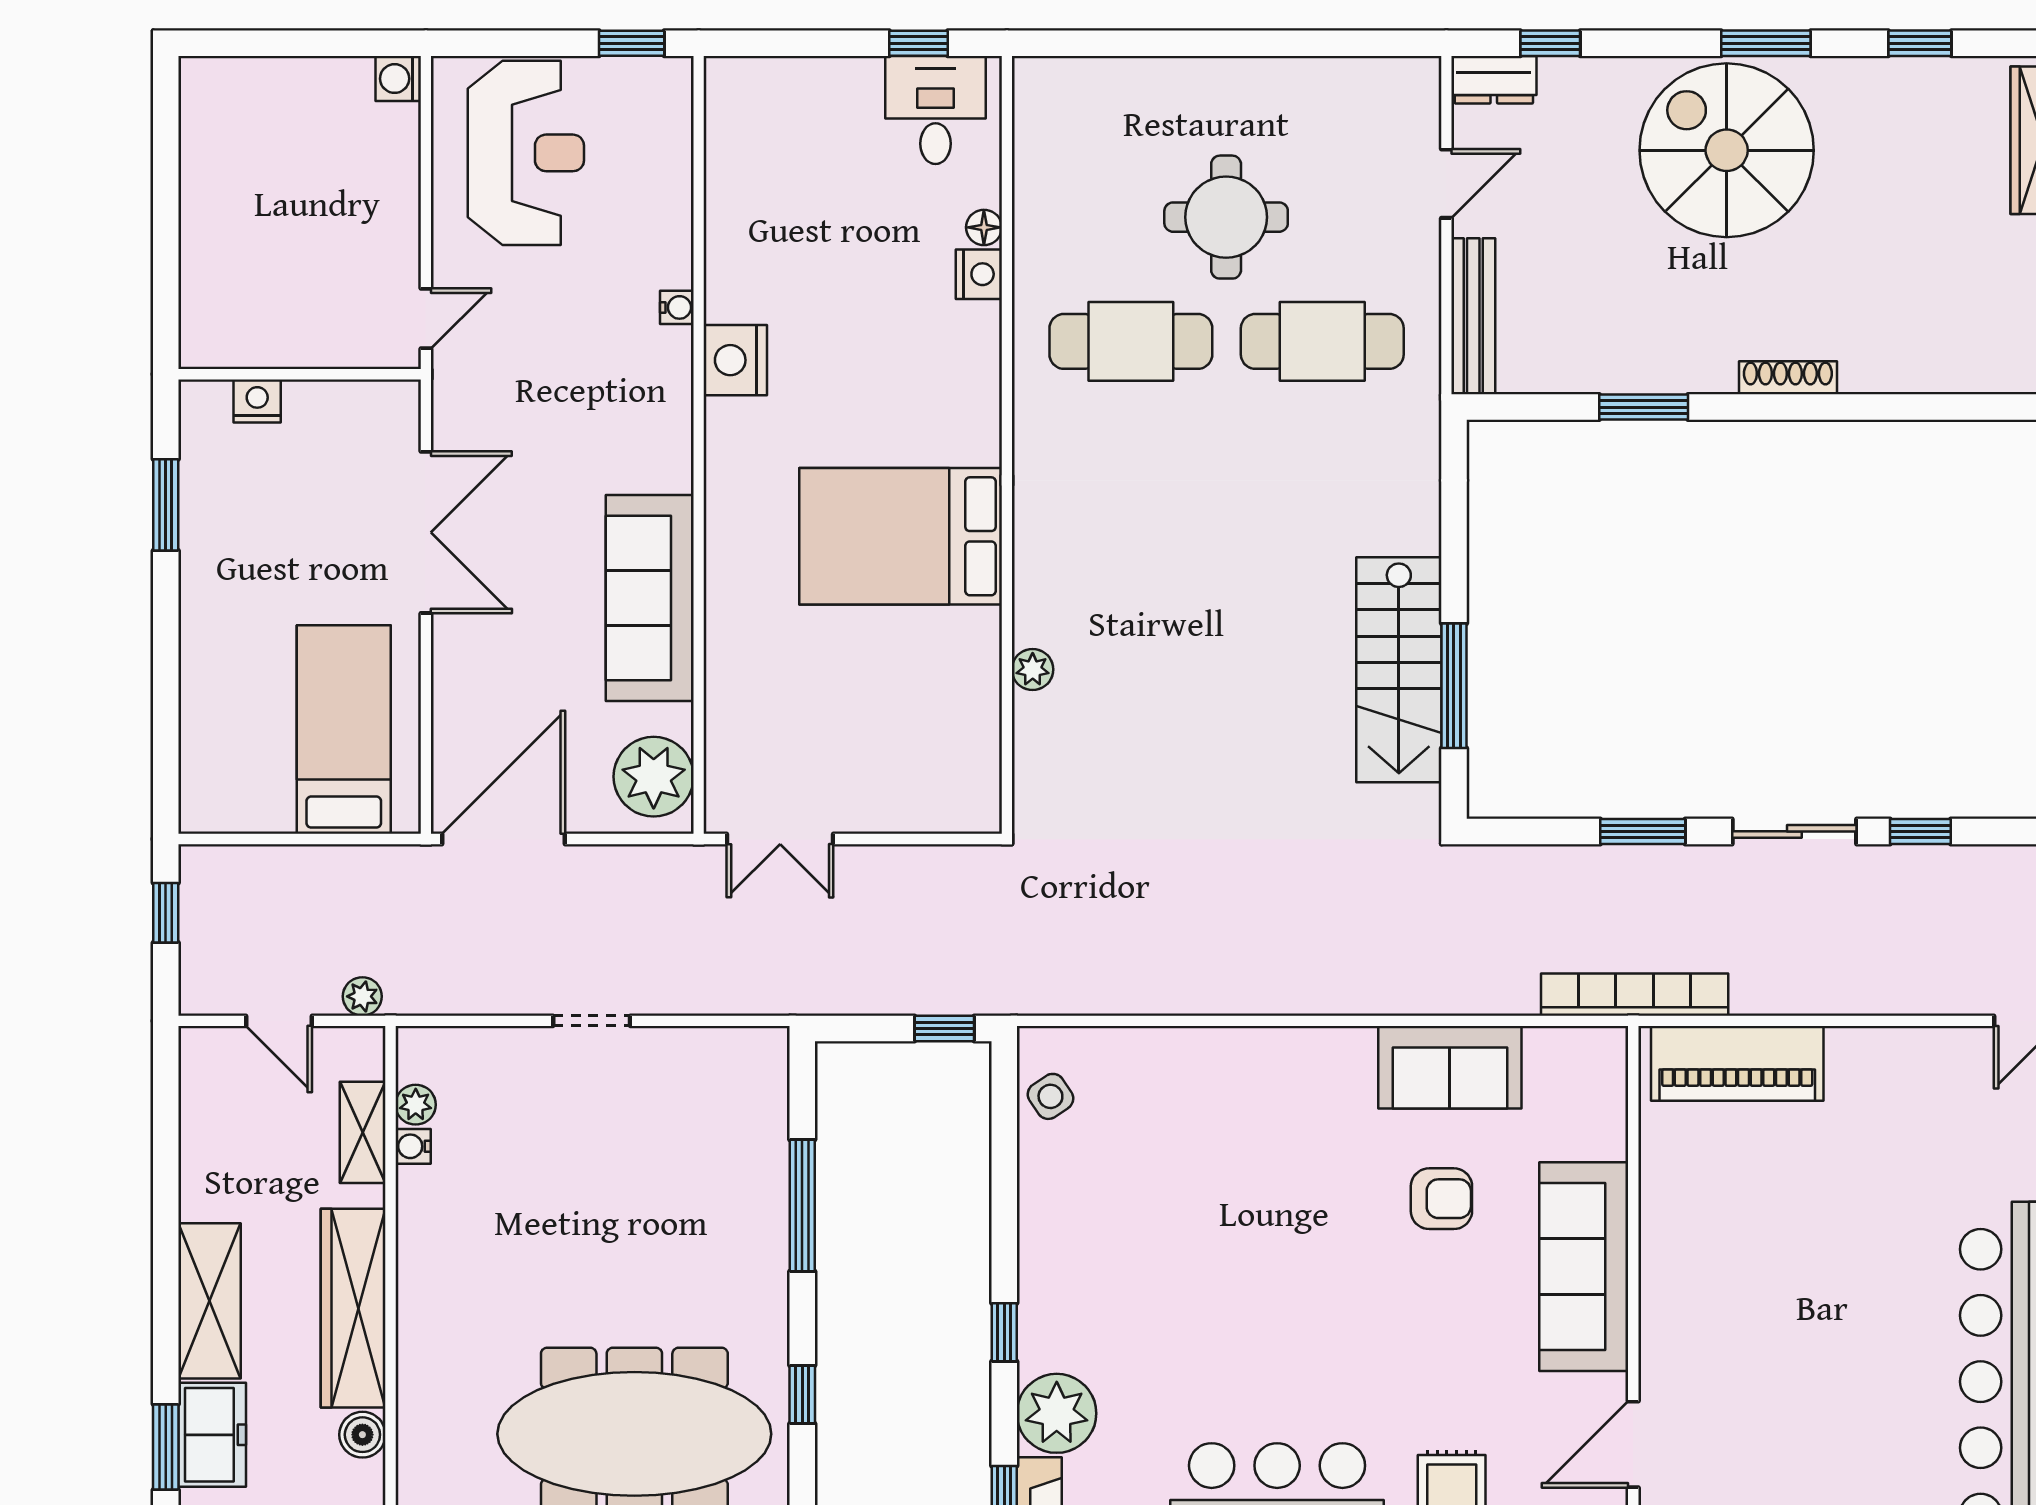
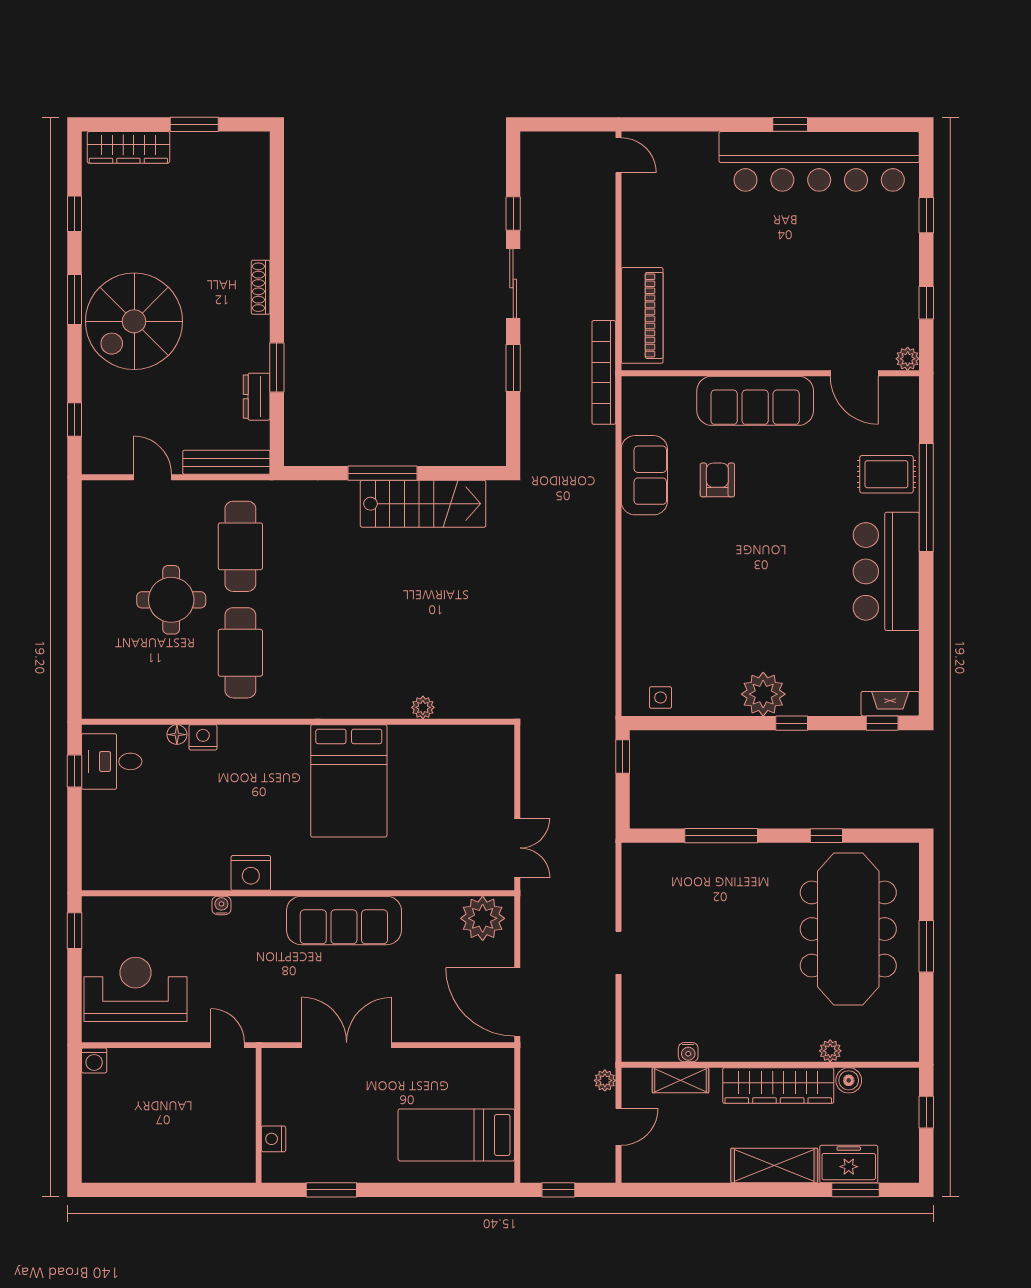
dresser: (1494, 80) -> (257, 397), moved, turned 180
sofa: (650, 598) -> (344, 920), moved
window: (1454, 686) -> (382, 473), moved
bed: (344, 730) -> (456, 1135), moved
side table: (1050, 1096) -> (660, 698), turned 34
plant: (416, 1105) -> (830, 1051), moved
plant: (1057, 1413) -> (763, 694), moved

